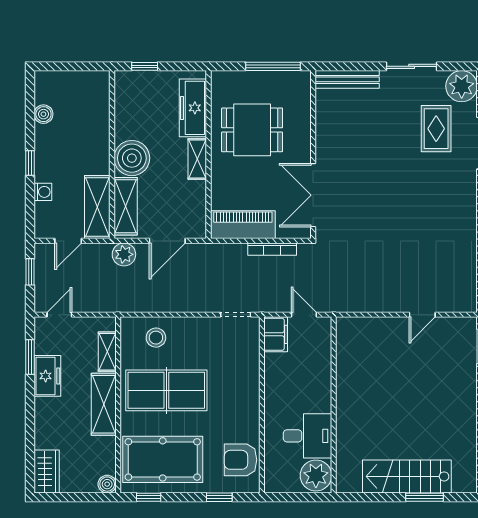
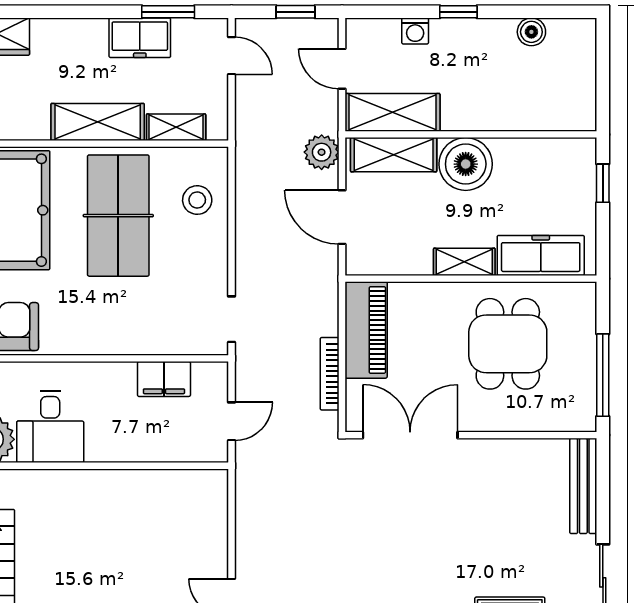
filing cabinet: (276, 334) -> (164, 379), moved

